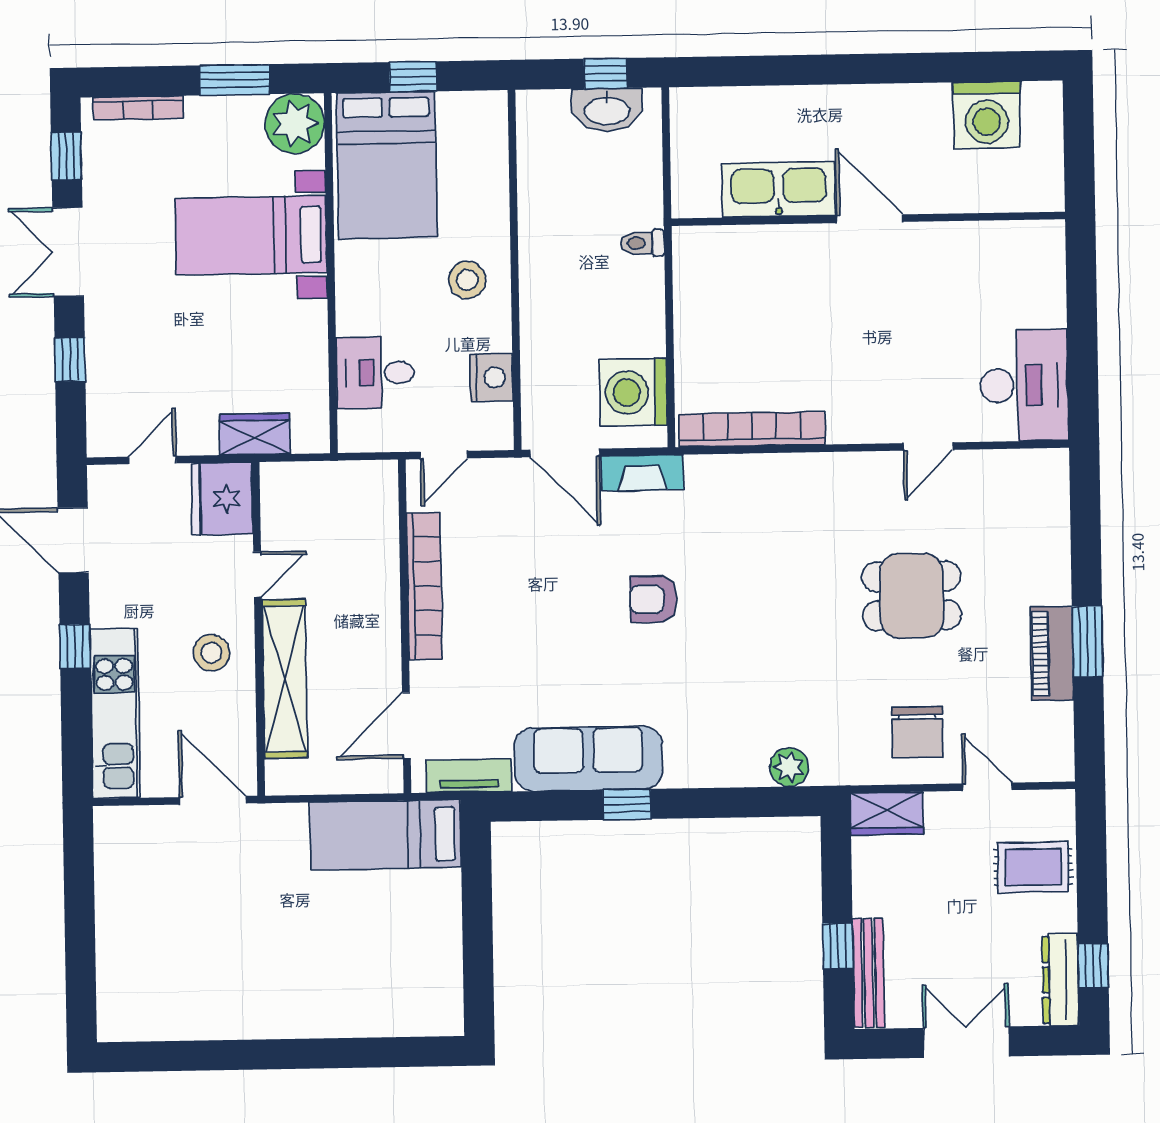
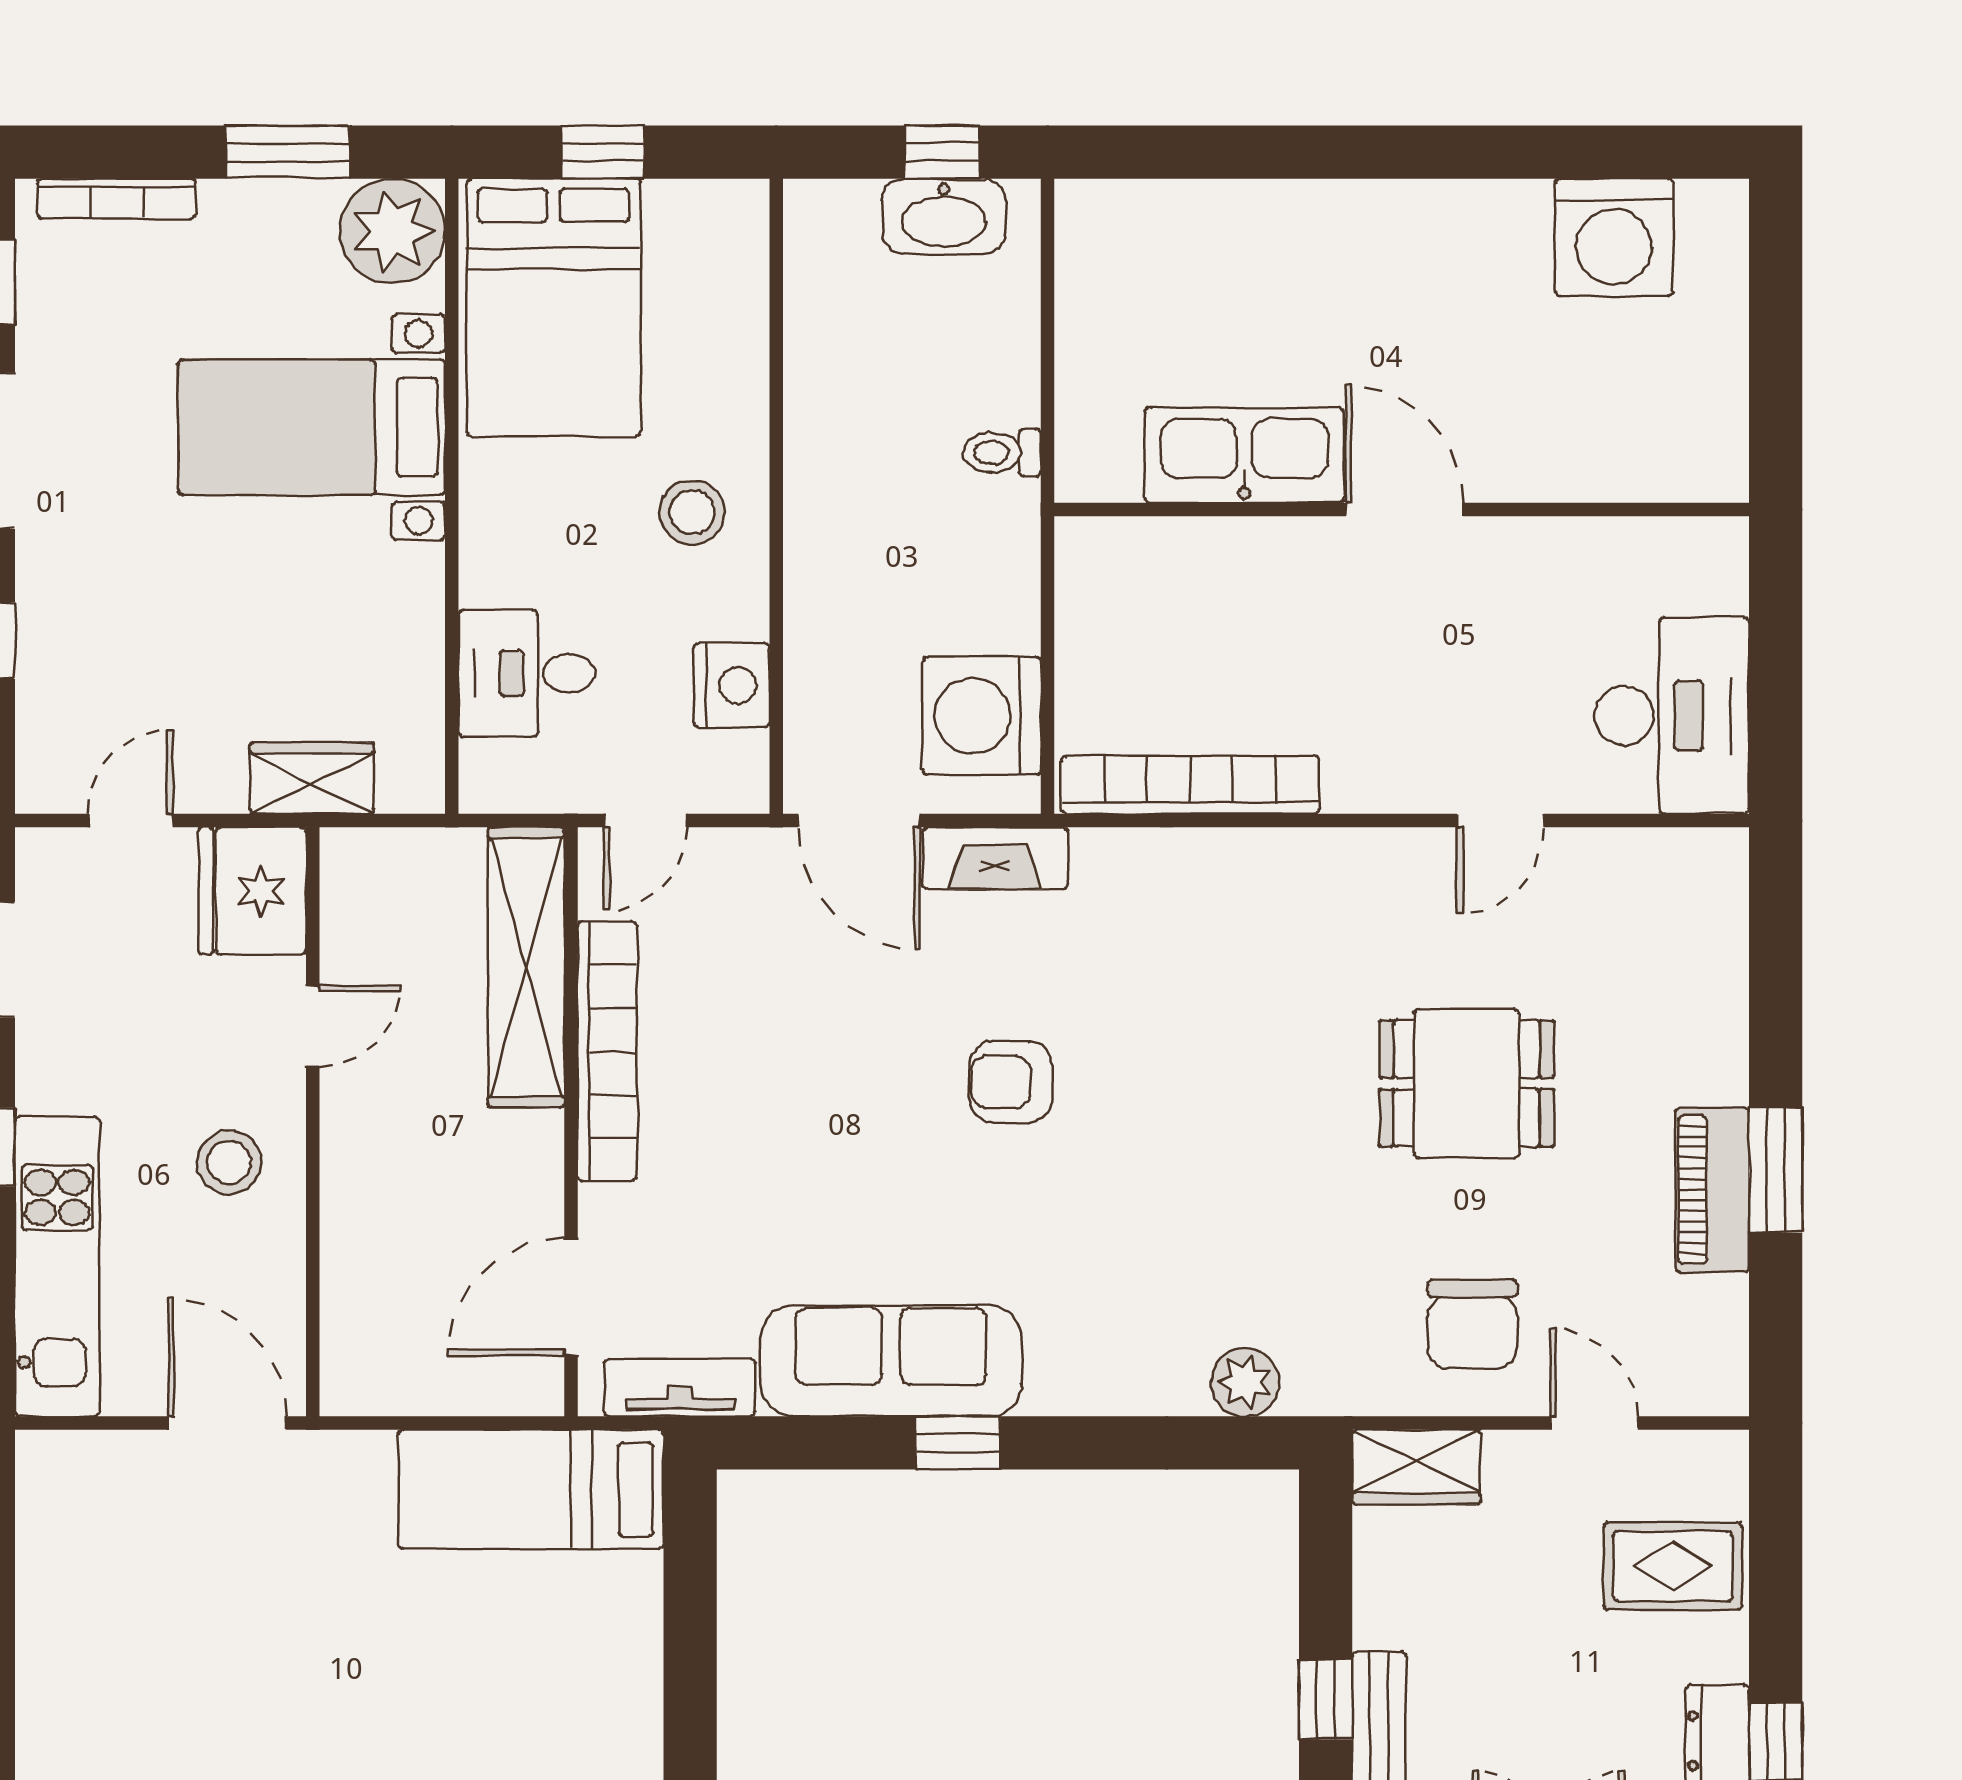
kitchen sink: (779, 190) -> (1244, 455), moved
wall: (868, 219) -> (1402, 509), moved
door: (870, 219) -> (1404, 509), moved
shelving: (285, 679) -> (526, 967), moved

